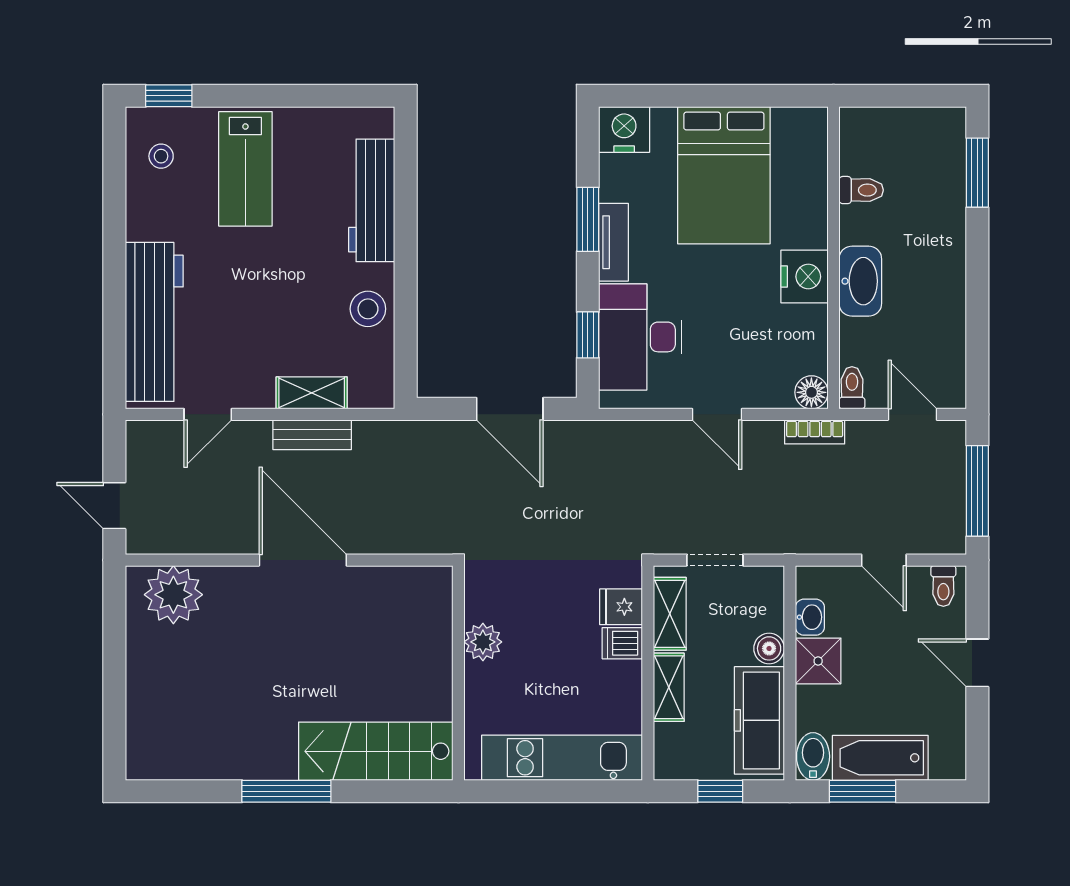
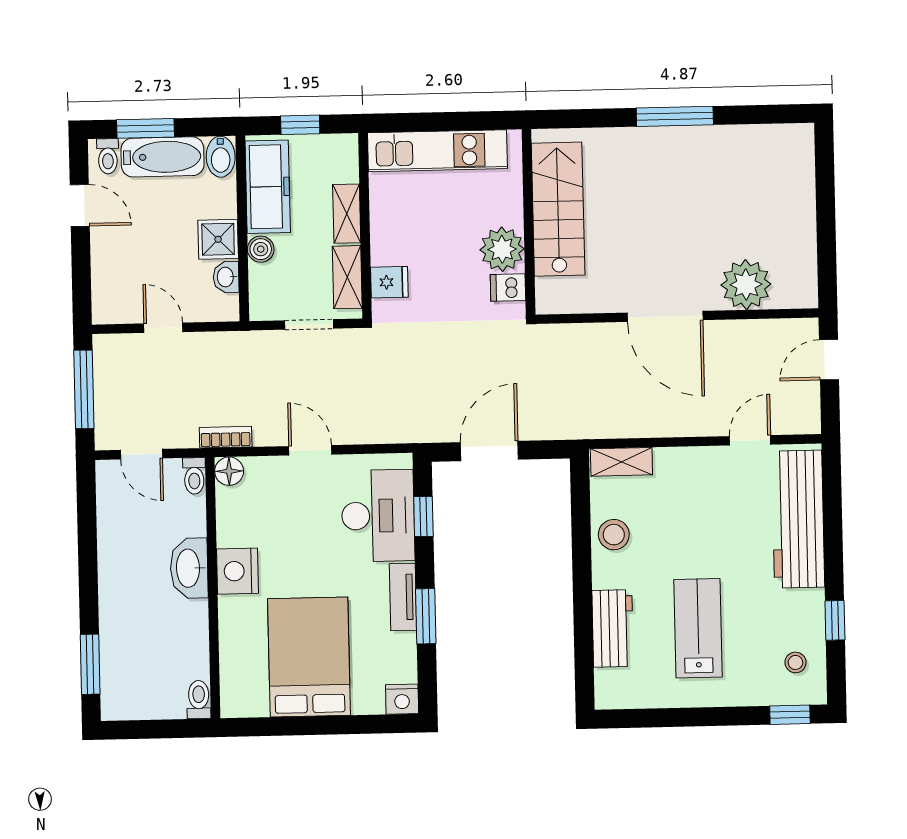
nightstand: (624, 130) -> (402, 699), width x0.74, depth x0.75
lab bench: (245, 169) -> (698, 628), moved
toilet: (861, 190) -> (199, 700), moved, turned 90
workbench: (372, 200) -> (613, 628), width x0.73
window: (114, 204) -> (835, 620), added
shelving: (312, 393) -> (621, 462), moved
door: (510, 409) -> (489, 451), hinge flipped
bench: (312, 435) -> (660, 425), removed
door: (114, 506) -> (829, 360), swing flipped
toilet: (943, 586) -> (108, 156), moved, turned 180
plant: (173, 595) -> (746, 285), moved
plant: (483, 642) -> (502, 249), width x1.36, depth x1.36
dishwasher: (622, 643) -> (508, 287), moved, turned 180
door: (977, 663) -> (80, 205), moved
stairs: (376, 751) -> (558, 209), moved, turned -90
window: (863, 791) -> (145, 128), moved

